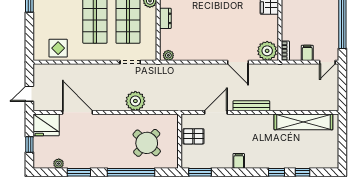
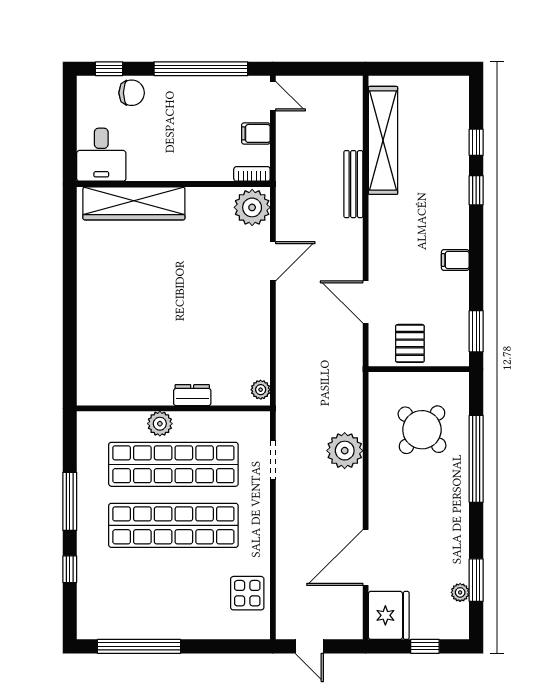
door: (29, 94) -> (309, 646), moved
bench: (251, 106) -> (353, 184), moved
window: (79, 172) -> (476, 580), moved

